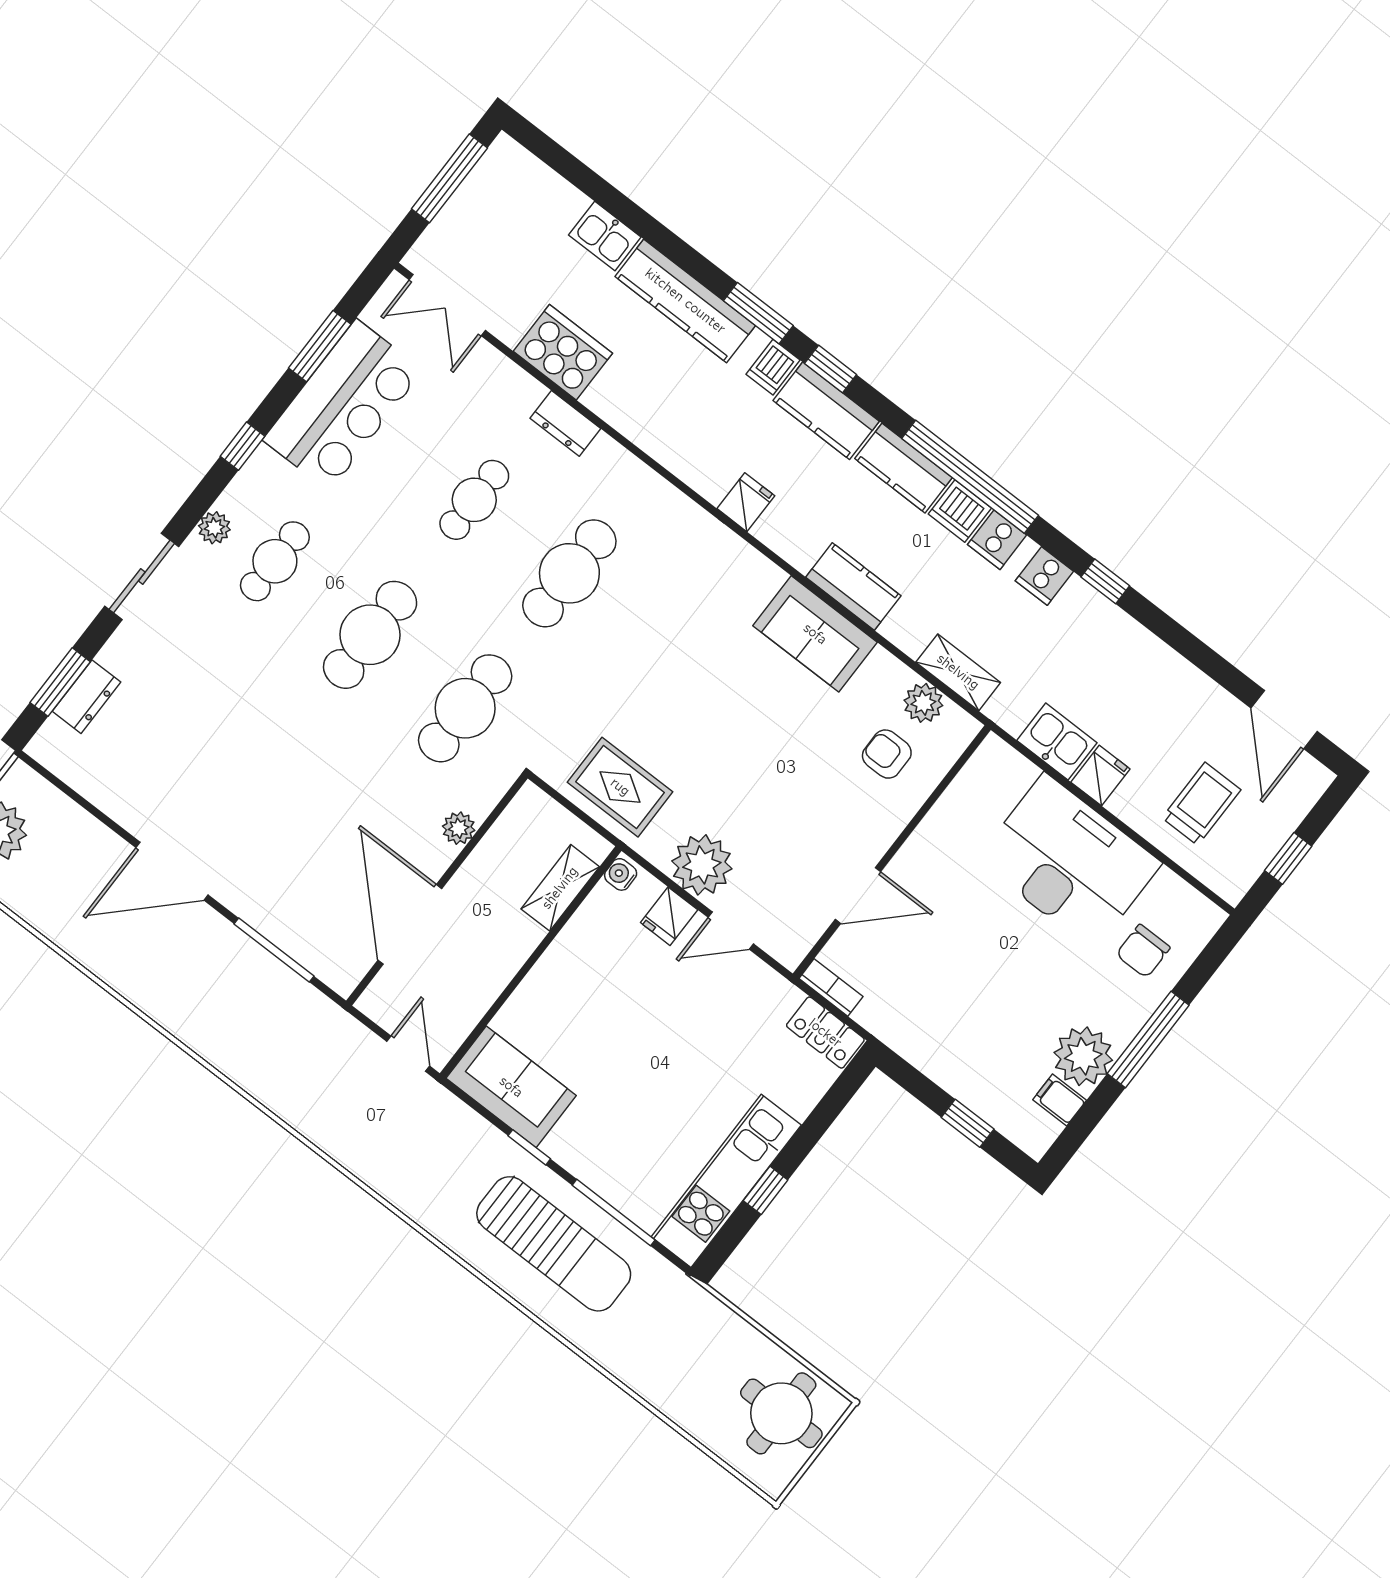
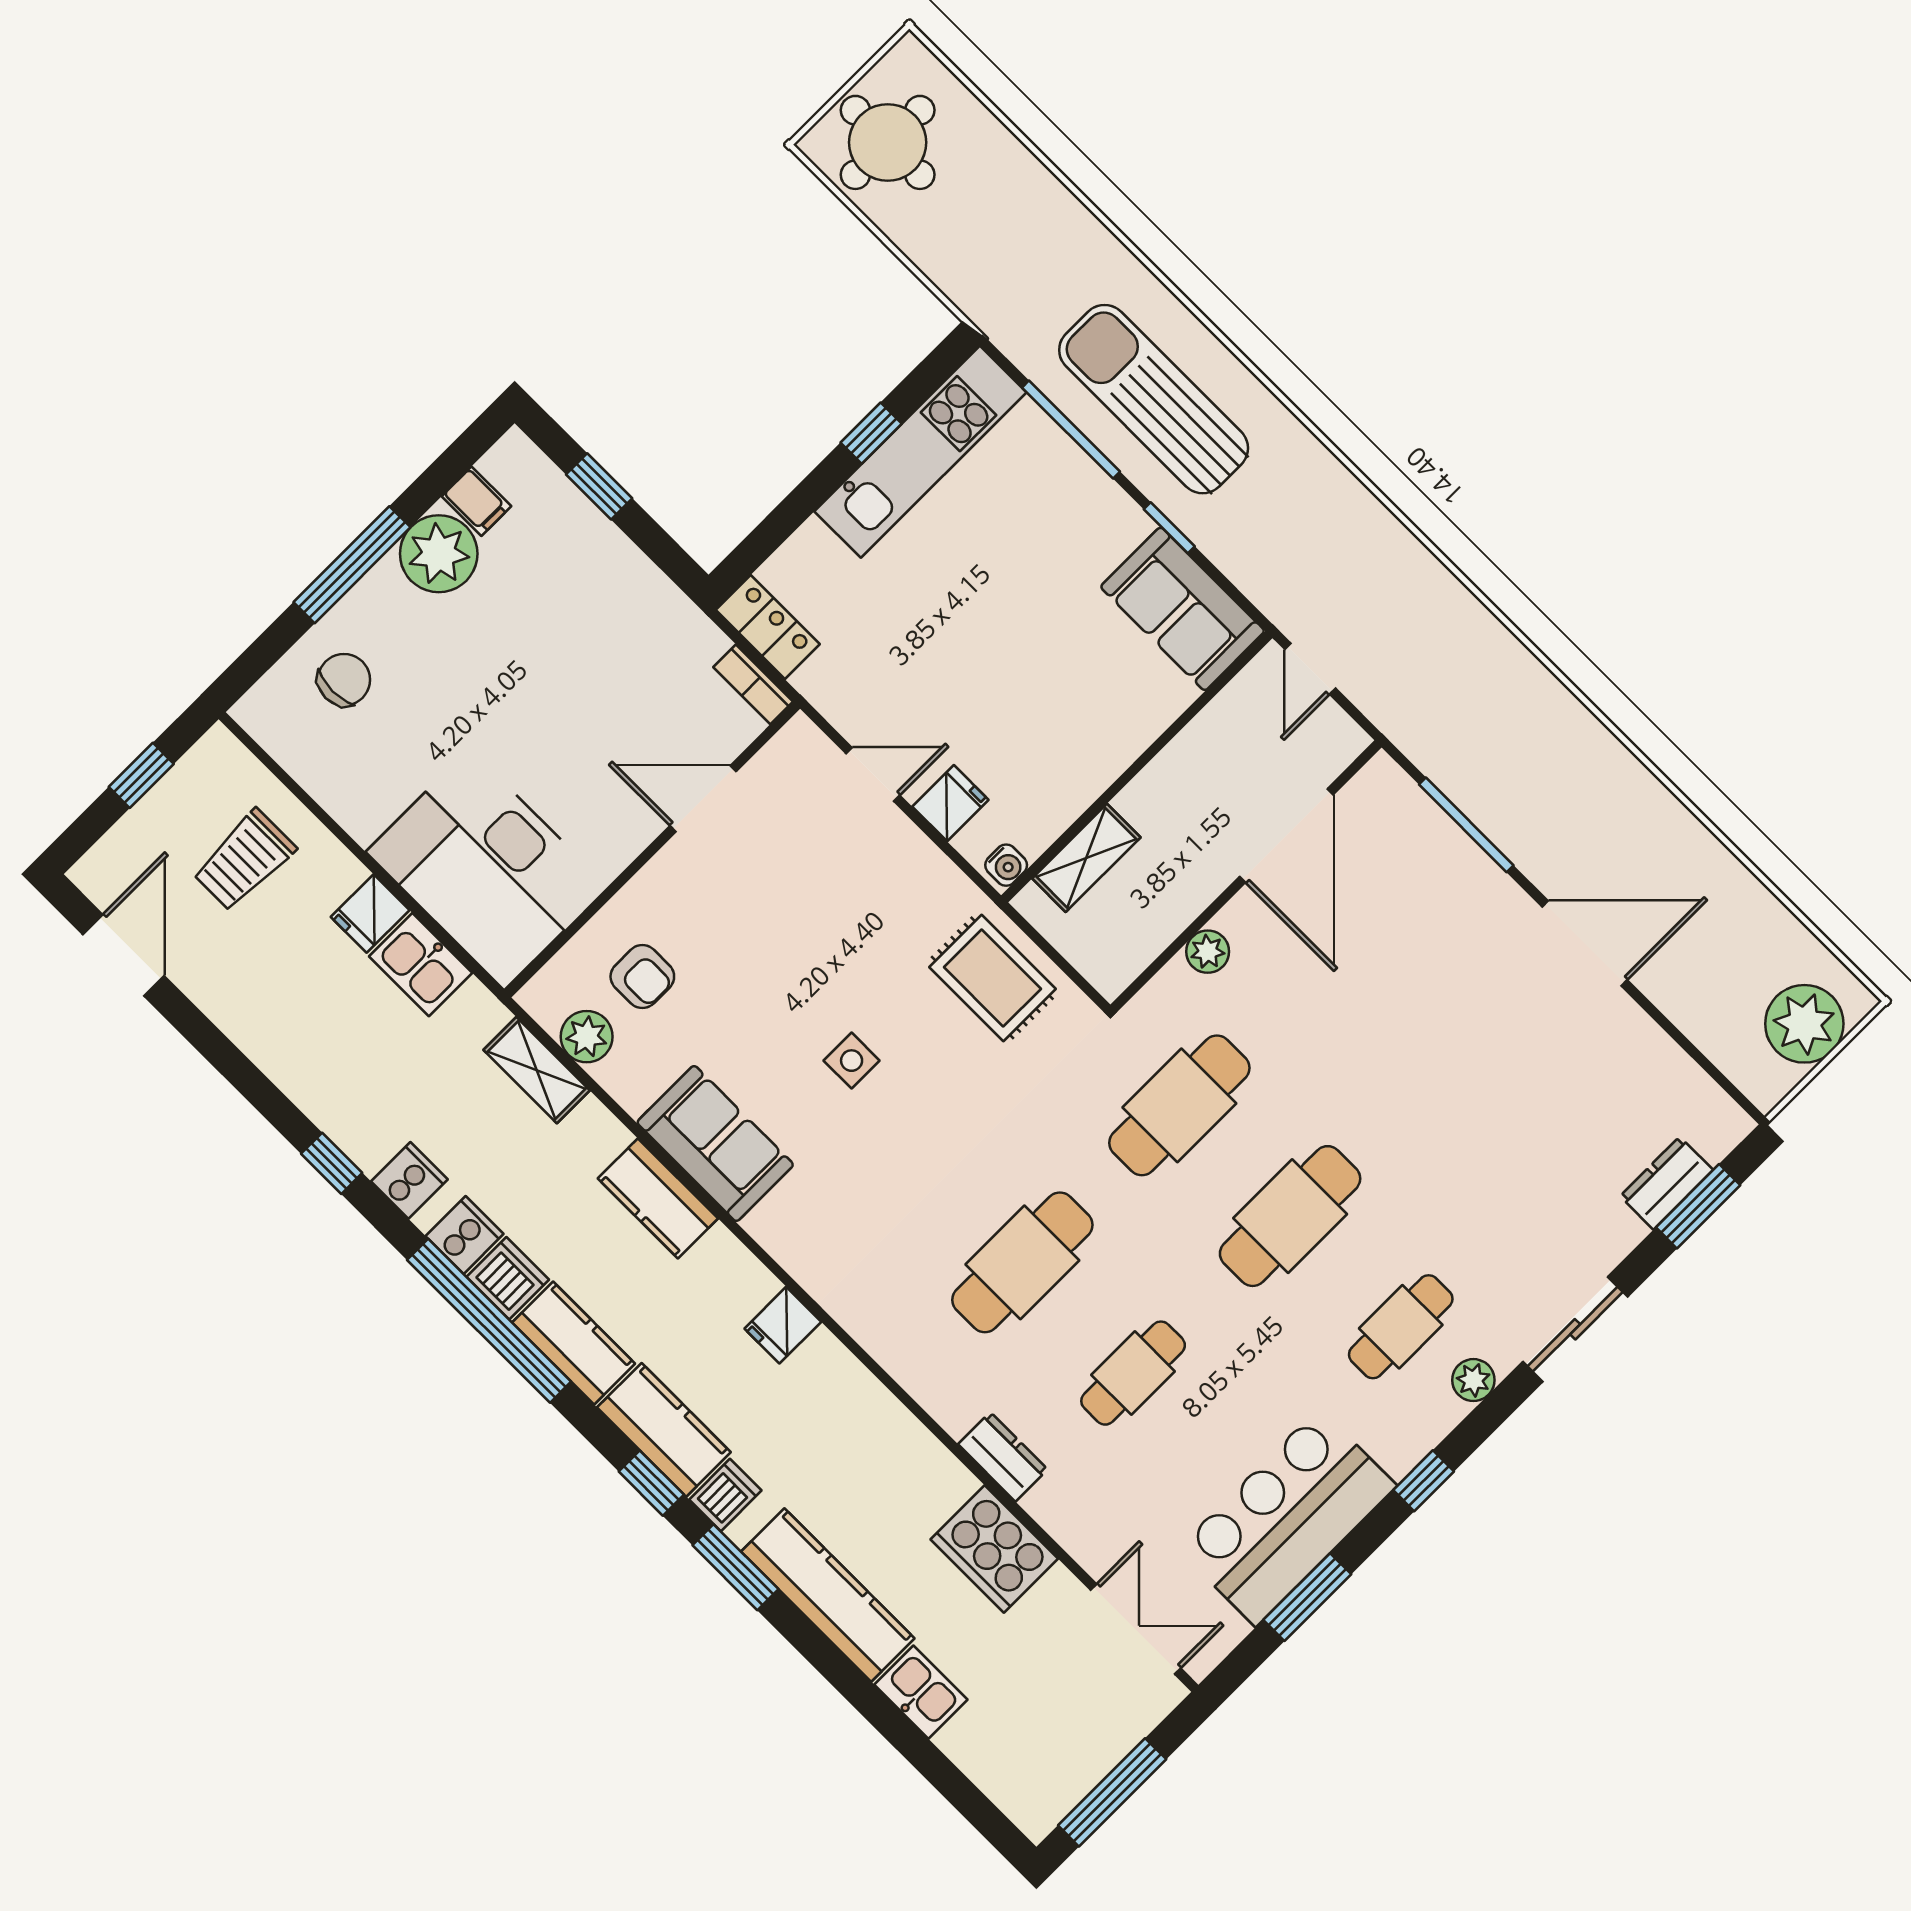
side table: (719, 710) -> (852, 1061), added
desk: (1069, 862) -> (487, 869), moved
plant: (702, 865) -> (900, 864), removed

